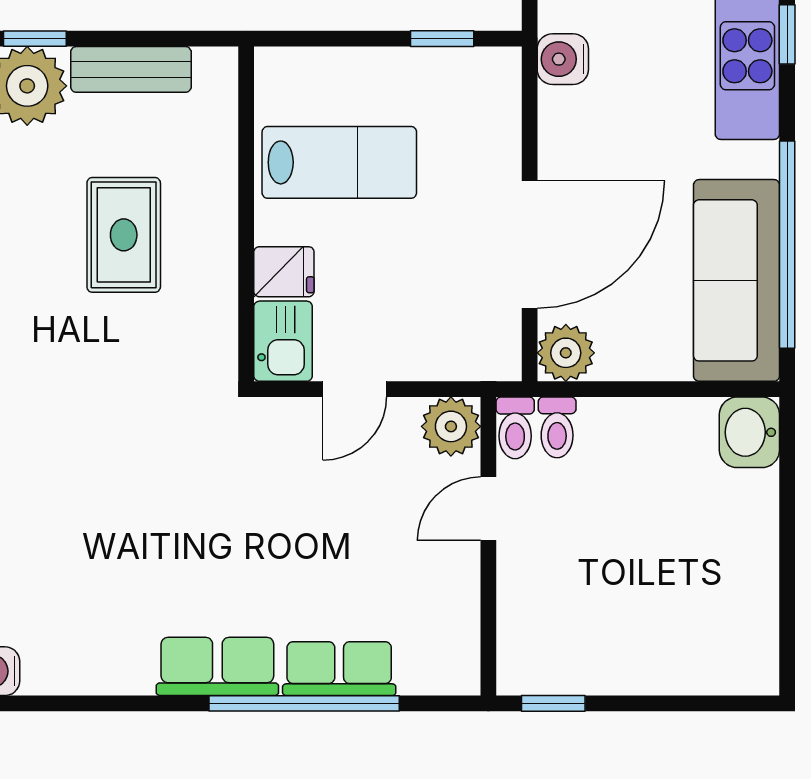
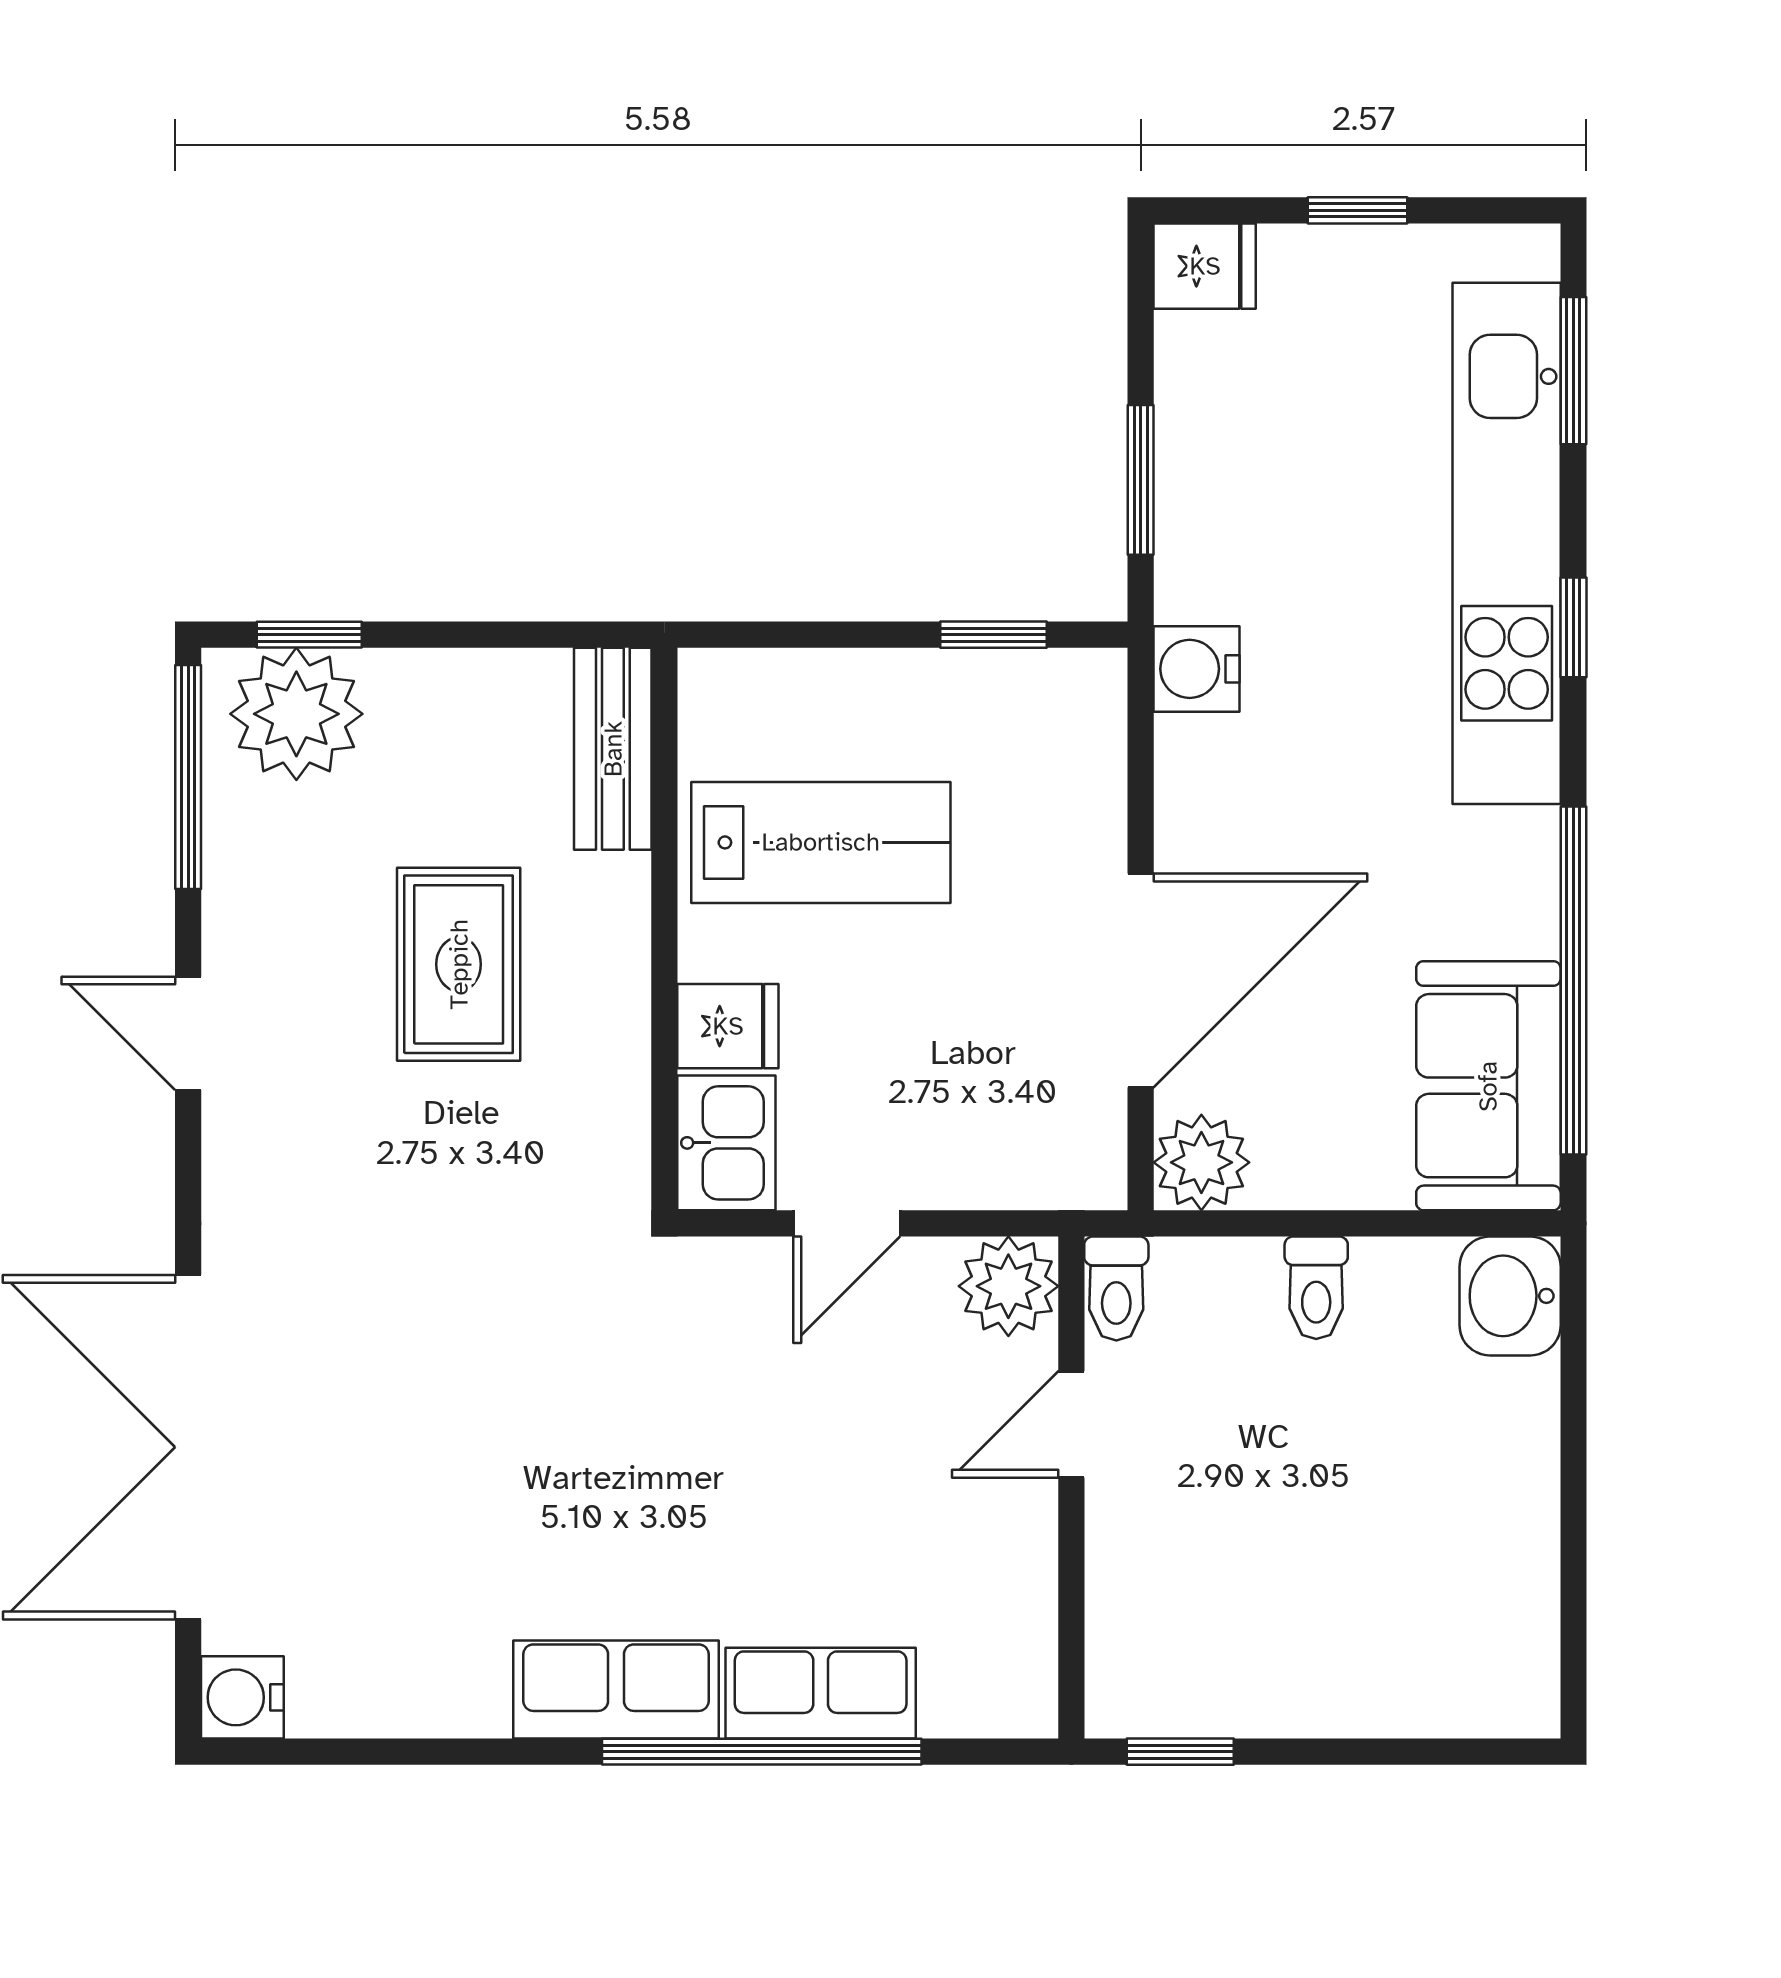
bench: (131, 69) -> (613, 749), moved, turned 90
sofa: (737, 280) -> (1488, 1086), width x0.73
toilet: (557, 427) -> (1316, 1288), moved

